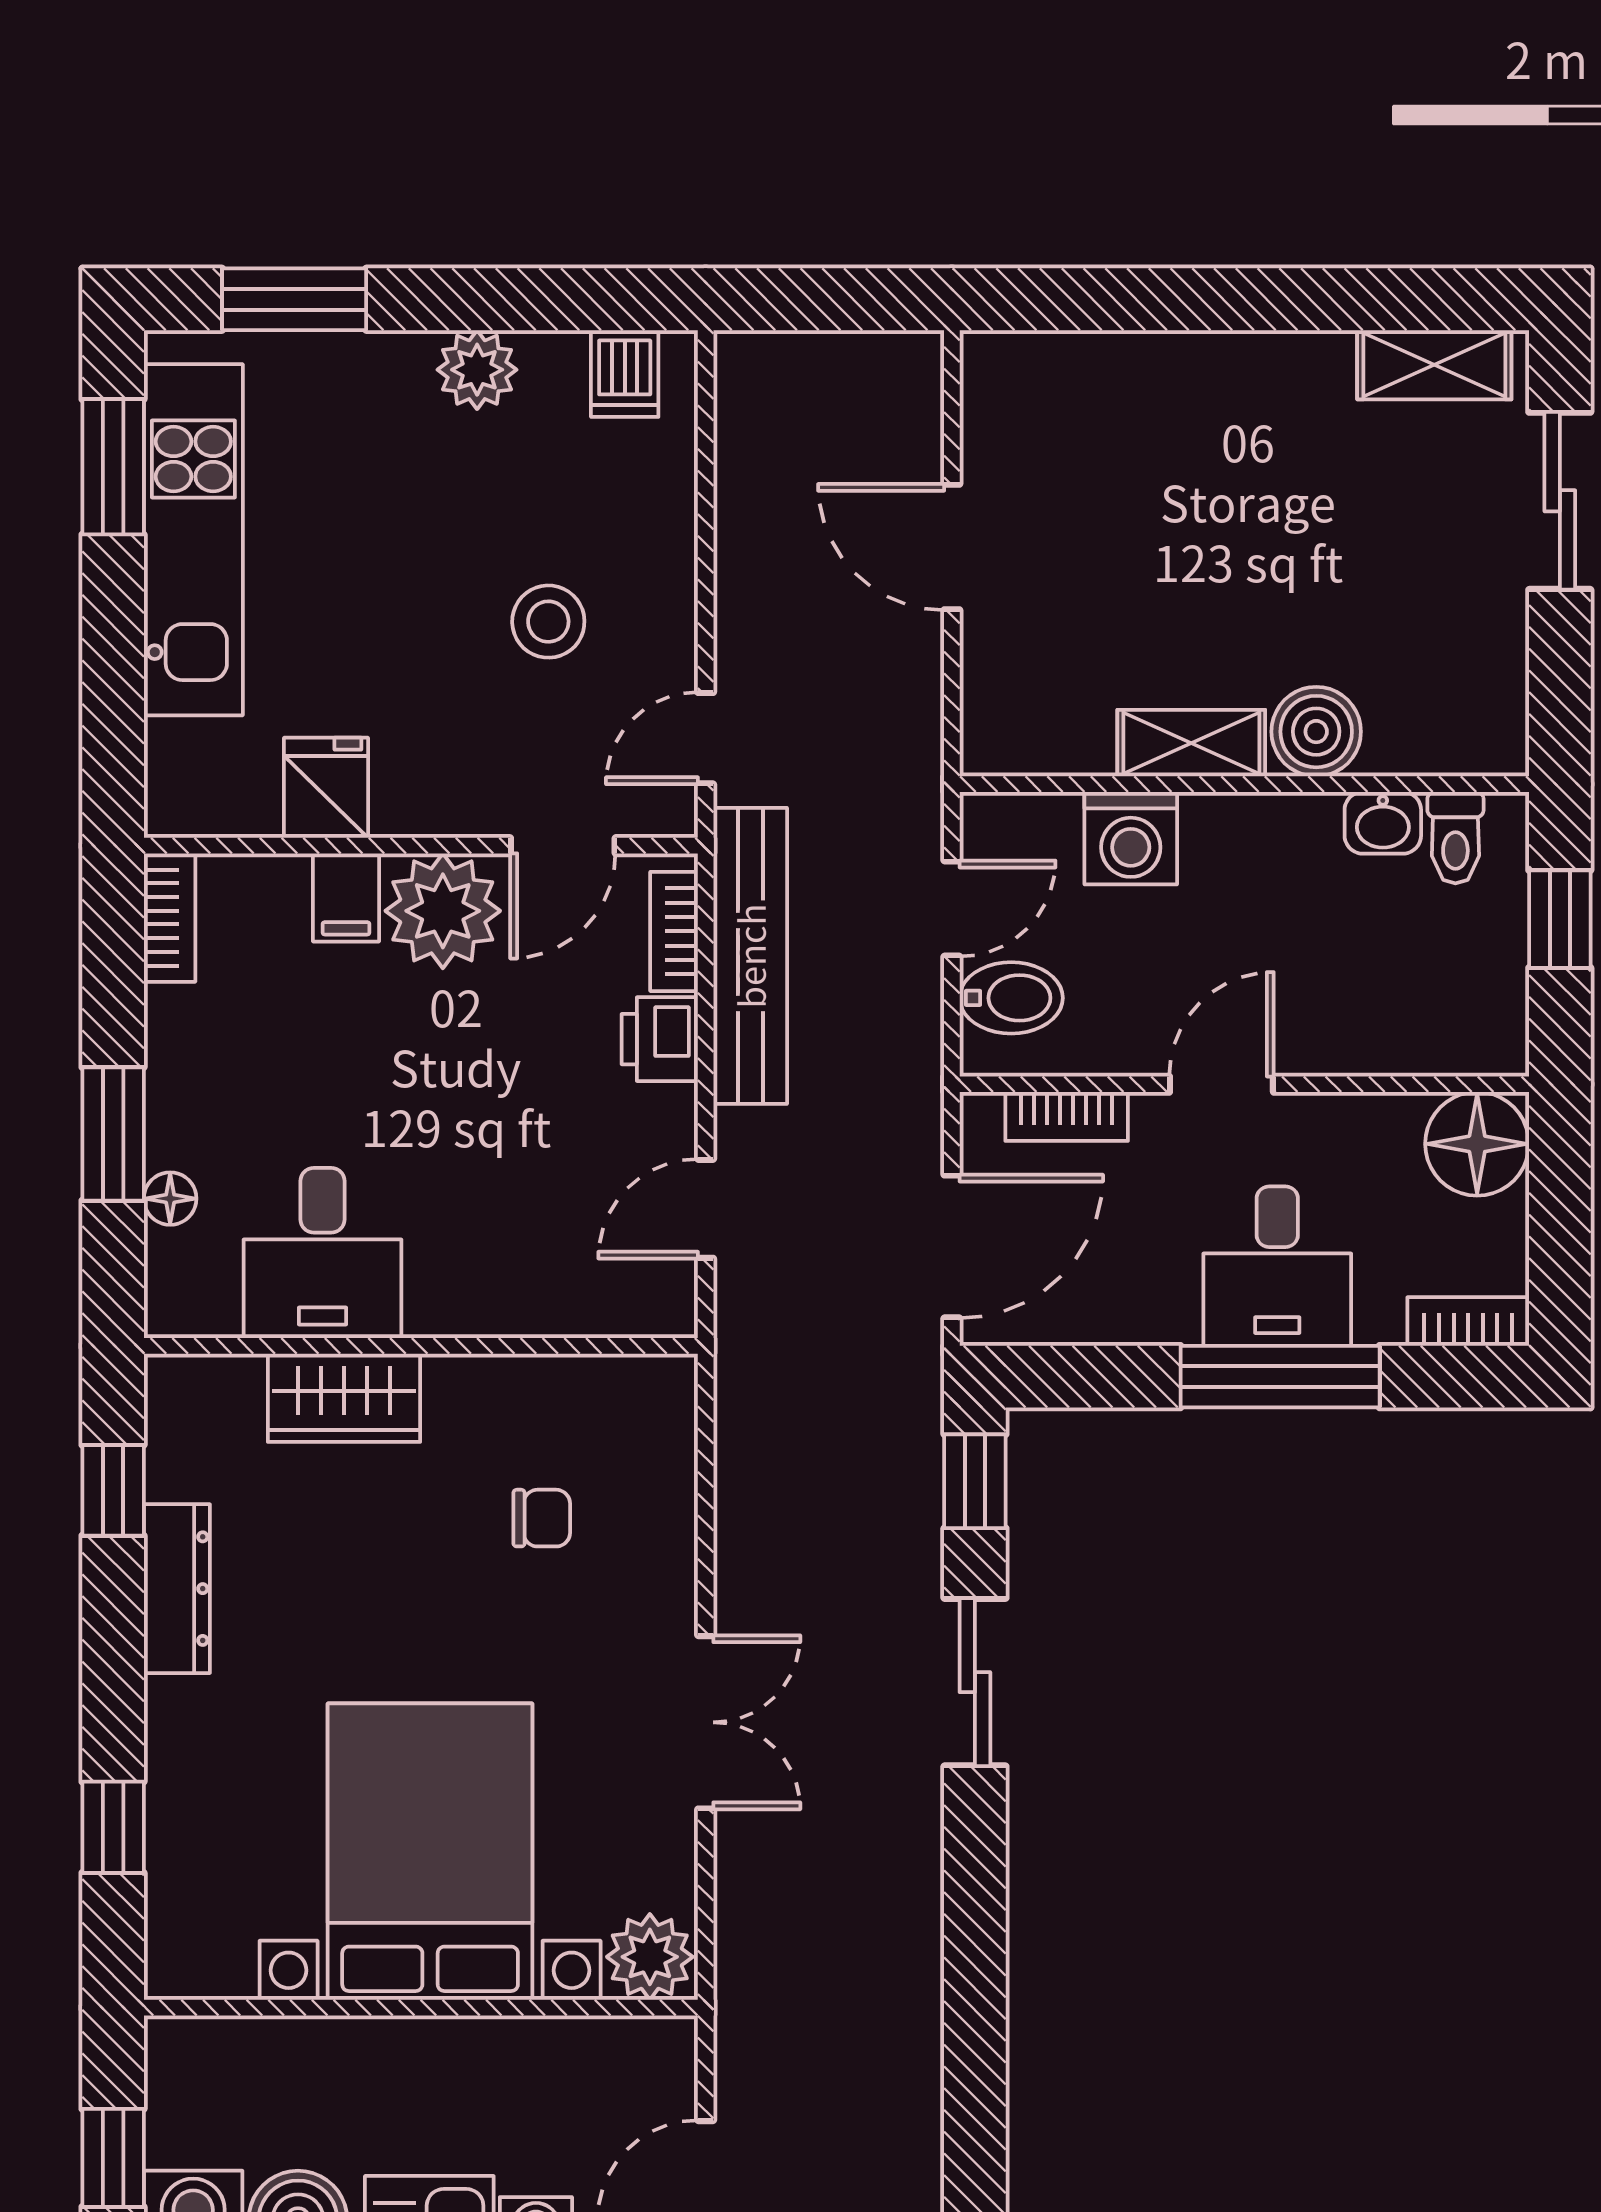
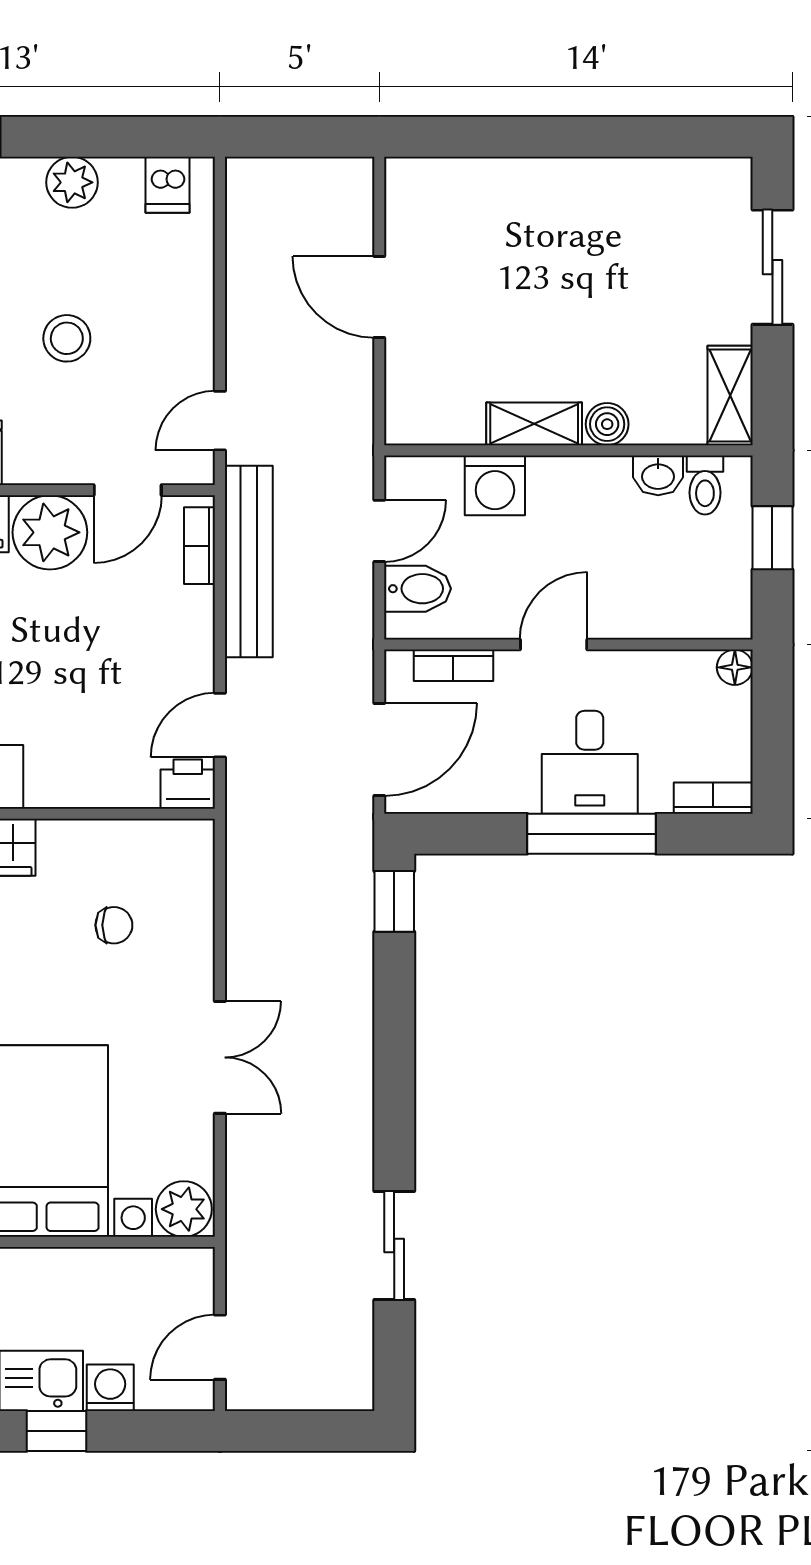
shelving: (1434, 365) -> (730, 396), moved, turned 90
stool: (548, 622) -> (67, 338), moved
boiler: (1316, 732) -> (607, 424), width x0.73, depth x0.73
printer: (660, 1039) -> (188, 784), moved, turned 90
floor lamp: (1477, 1144) -> (735, 667), width x0.53, depth x0.53
sliding door: (975, 1682) -> (394, 1246), moved

